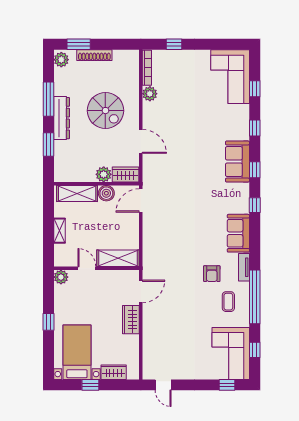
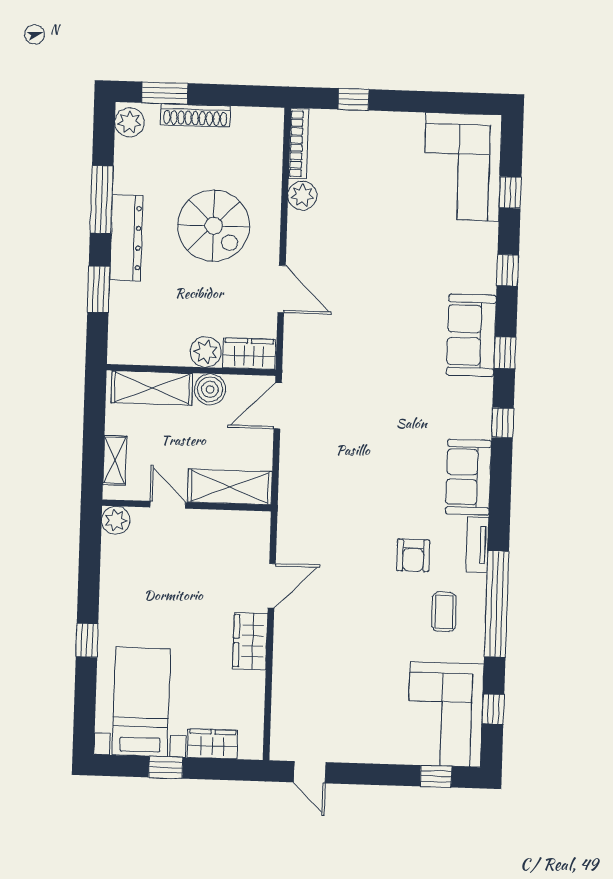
shelving: (118, 258) -> (230, 487), moved
door: (87, 268) -> (168, 505), moved
wall: (97, 268) -> (187, 505), moved
plant: (61, 277) -> (116, 520), moved

